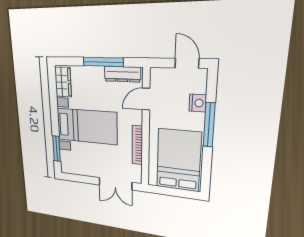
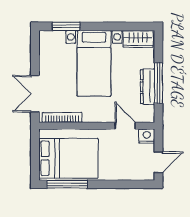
dresser: (122, 74) -> (148, 87), moved
nightstand: (198, 103) -> (147, 136), moved, turned 180
window: (209, 125) -> (67, 184), moved
bookcase: (137, 145) -> (62, 117), moved

